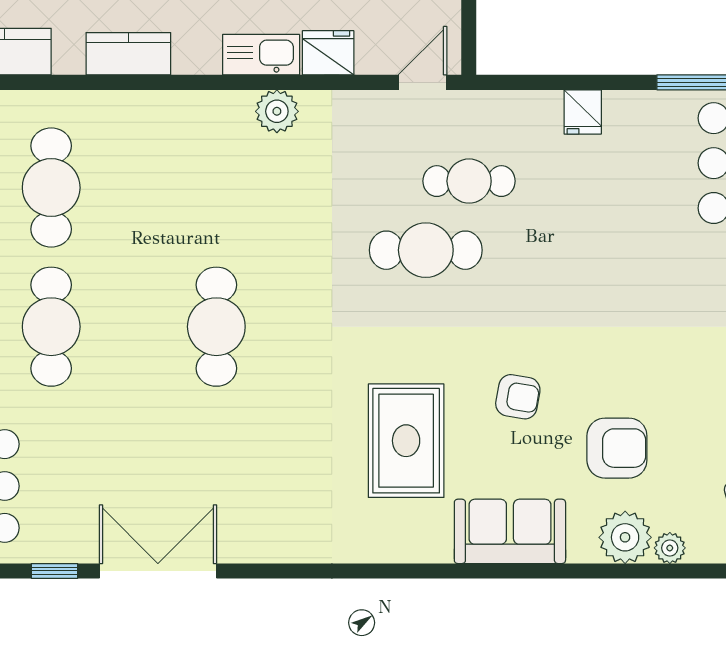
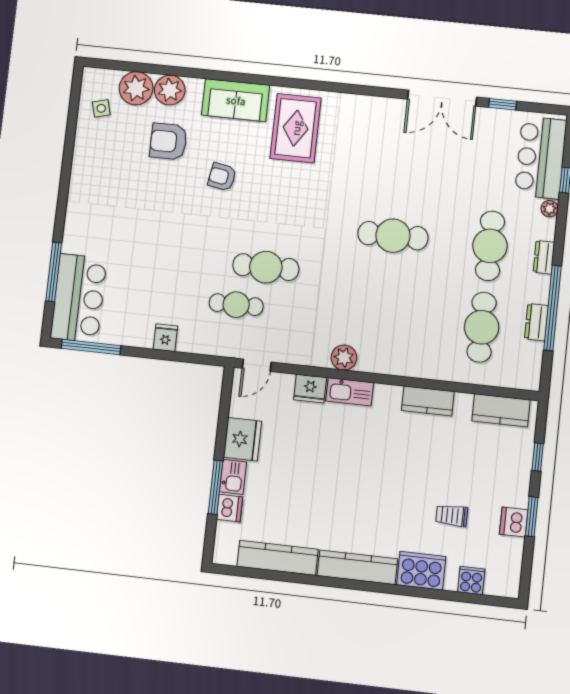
cafe table: (216, 327) -> (393, 236), turned 90
rug: (406, 441) -> (296, 128), moved
plant: (670, 548) -> (136, 88), width x1.88, depth x1.88

